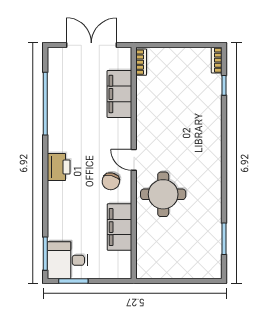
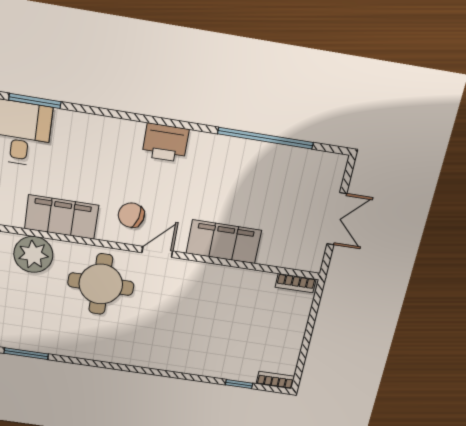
double door: (91, 45) -> (337, 219), width x0.73
filing cabinet: (119, 94) -> (224, 242), moved
plant: (149, 242) -> (33, 254), added

